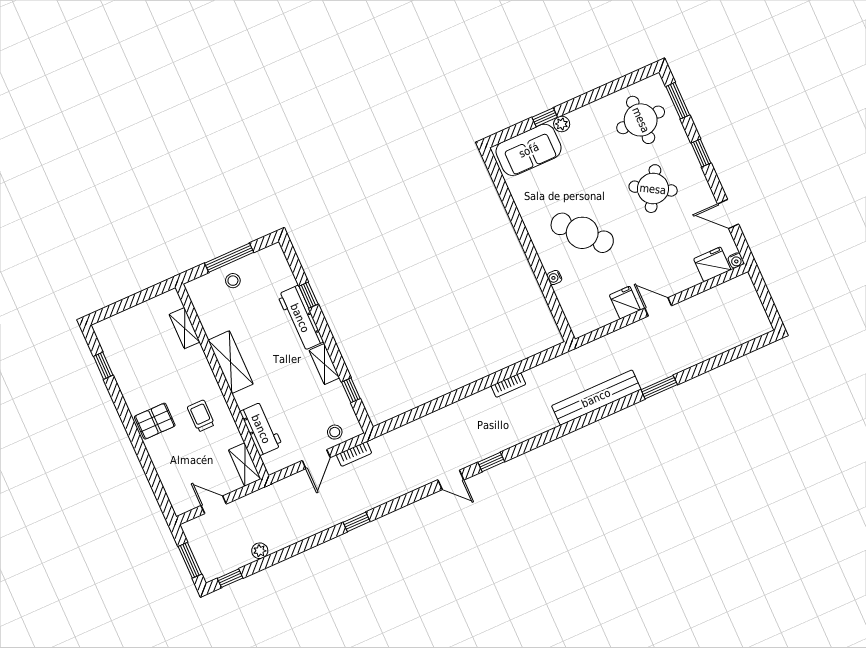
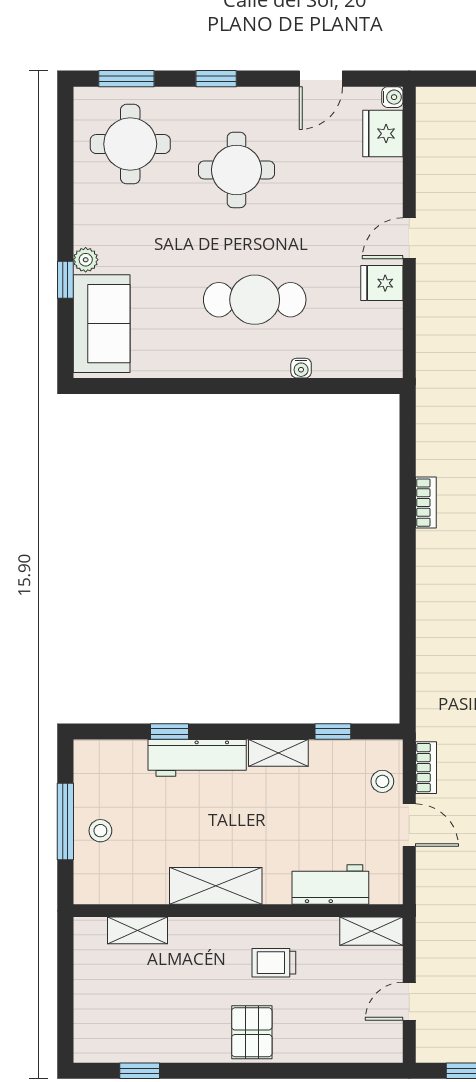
round table: (653, 189) -> (236, 170), turned -30
cafe table: (582, 233) -> (255, 300), turned 43

